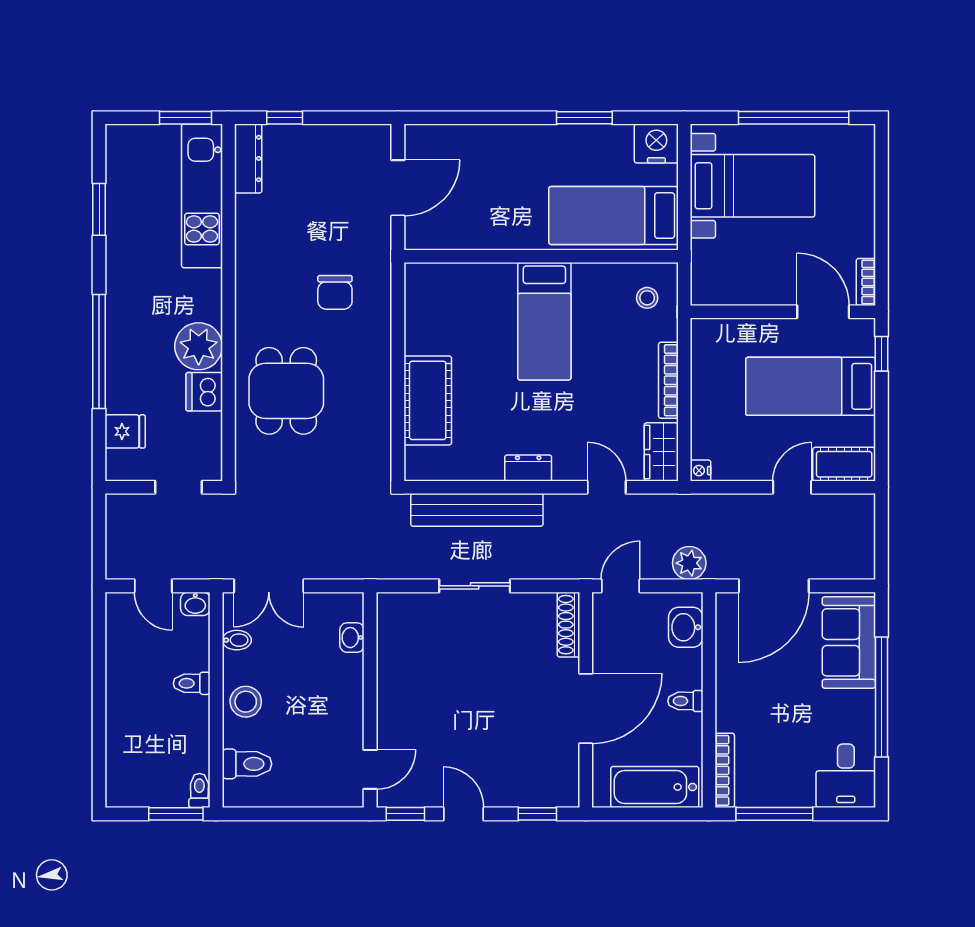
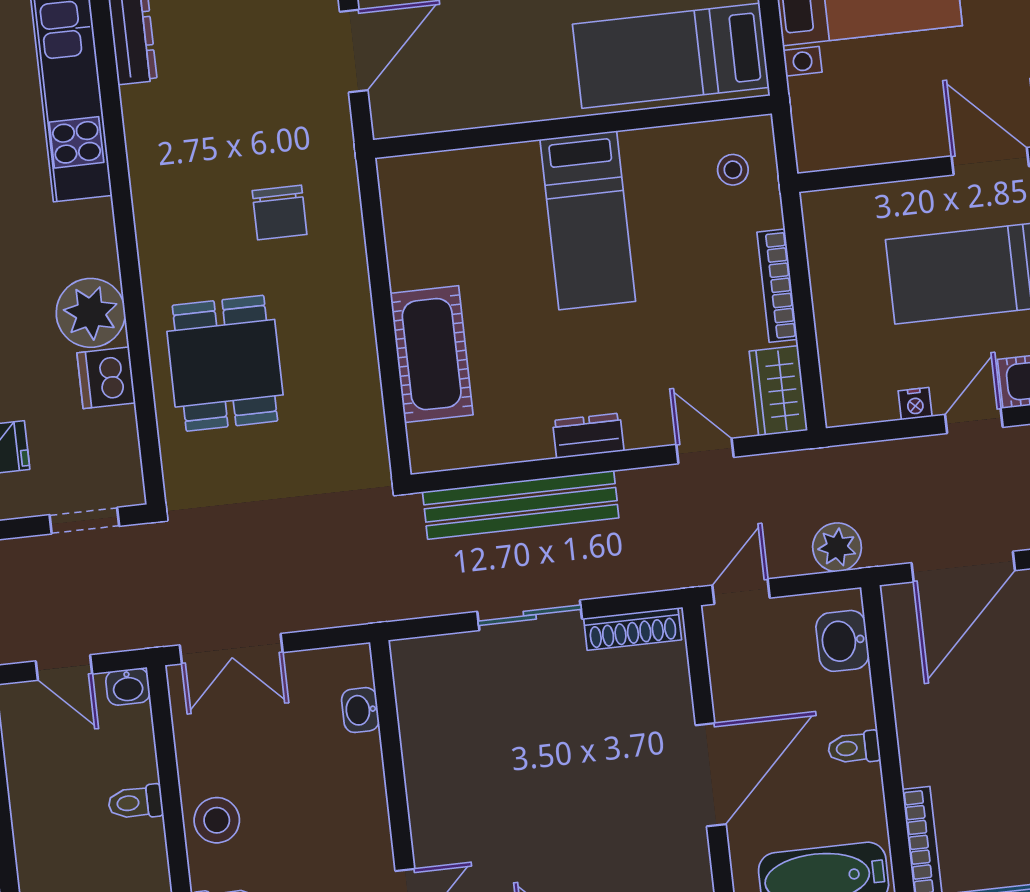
nightstand: (701, 471) -> (915, 404), moved, turned -90
shoe rack: (569, 625) -> (633, 629), moved, turned -90
bidet: (237, 640) -> (194, 732), removed

